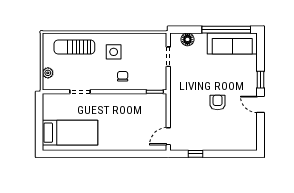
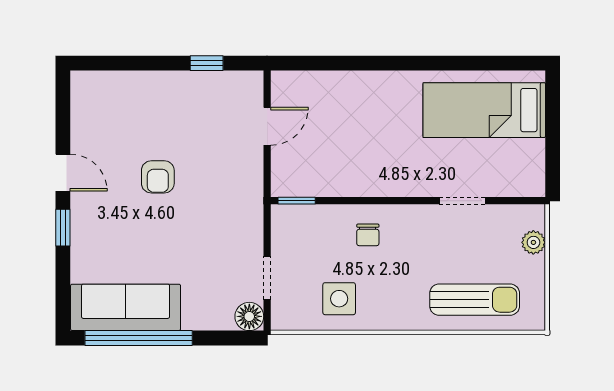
floor lamp: (187, 39) -> (249, 316), moved
side table: (114, 52) -> (339, 299), moved
door: (168, 136) -> (267, 126), moved

